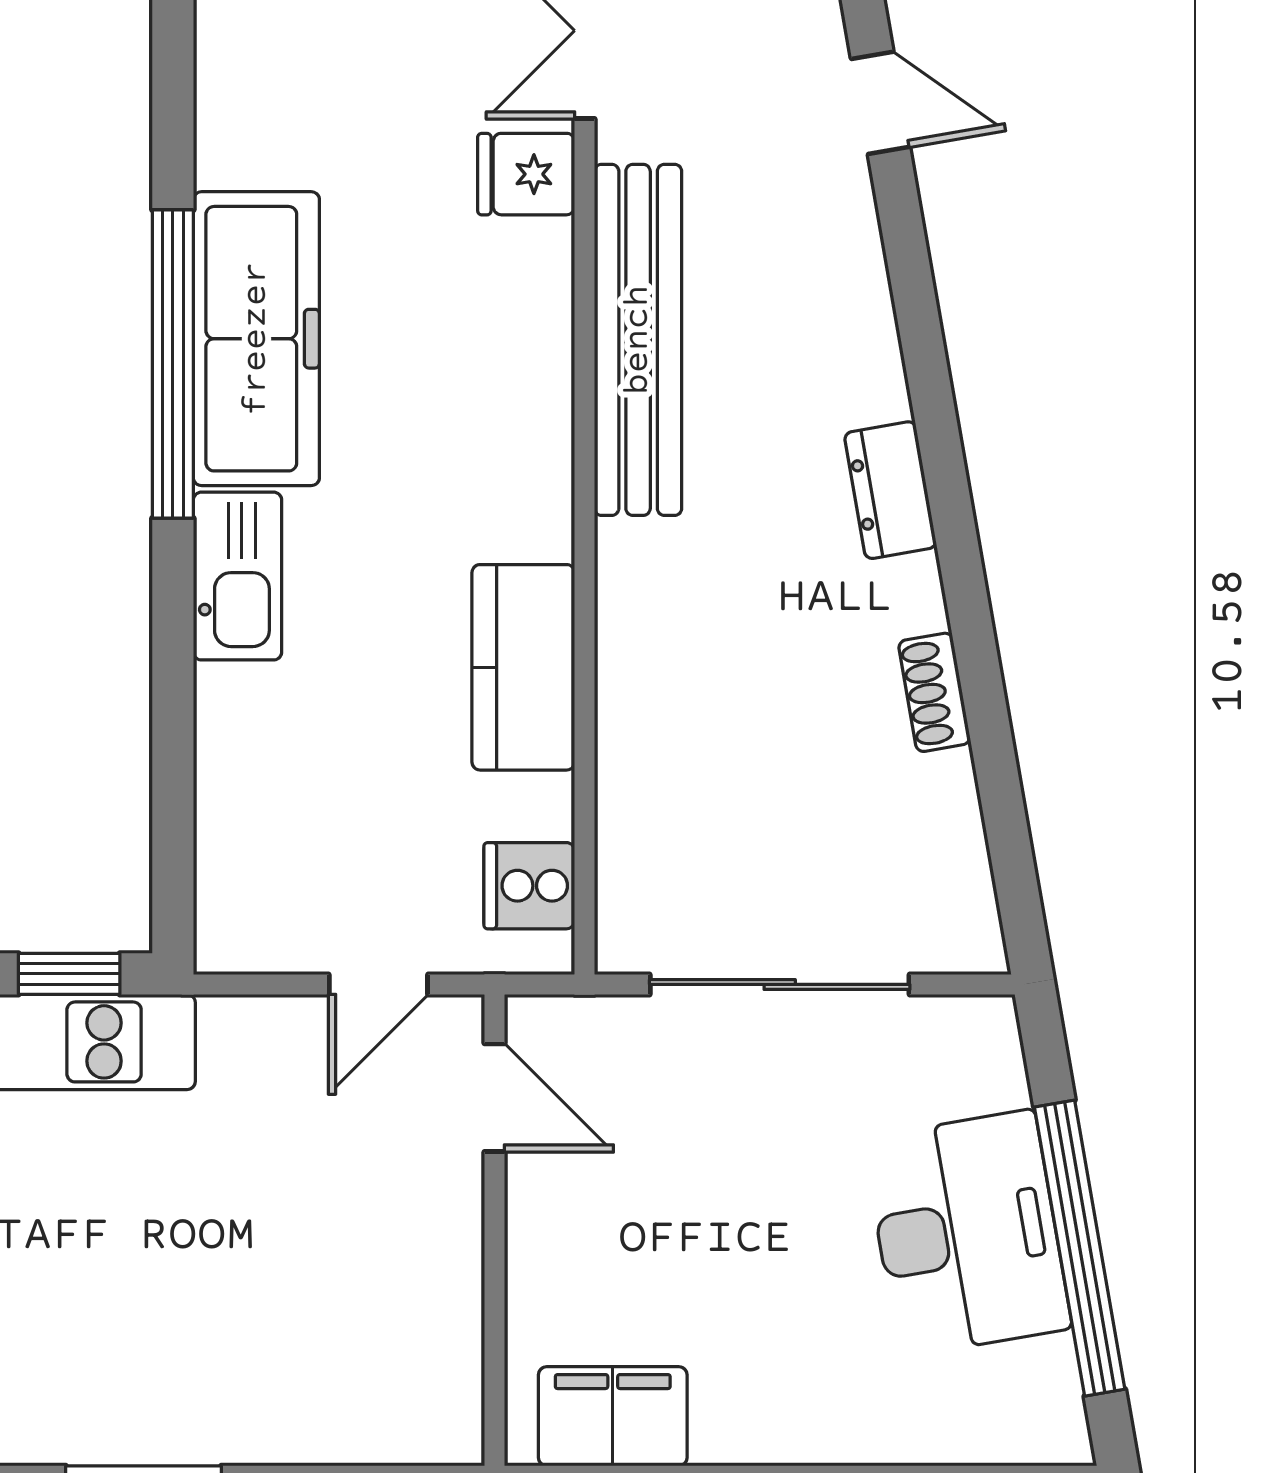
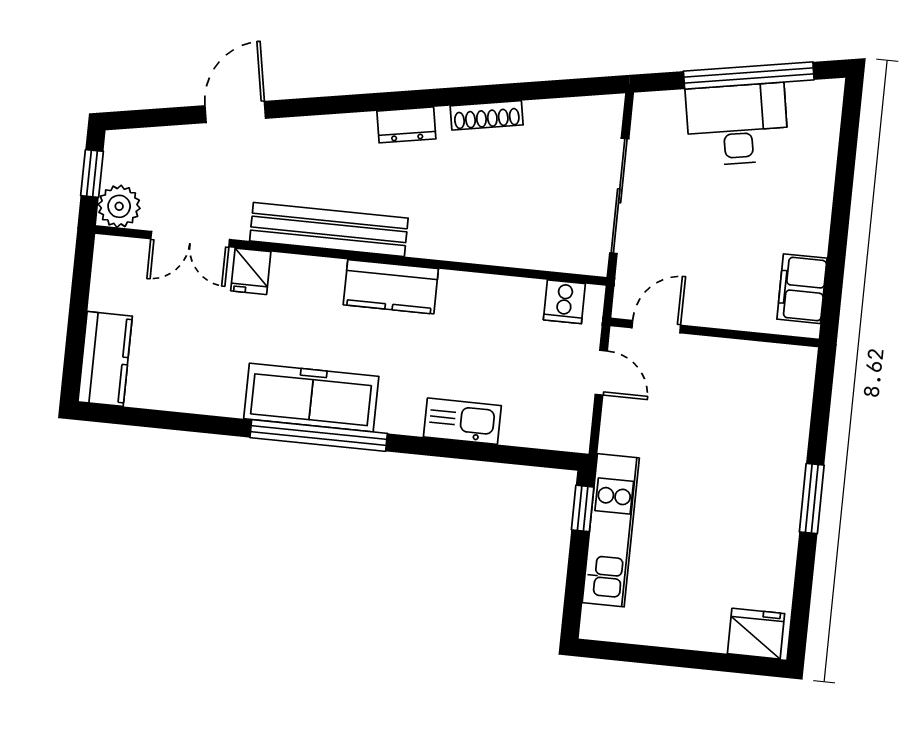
door: (881, 103) -> (235, 112), width x1.38
kitchen sink: (238, 576) -> (462, 421), moved
kitchen counter: (523, 667) -> (391, 287), moved
shoe rack: (934, 692) -> (487, 115), width x1.43

